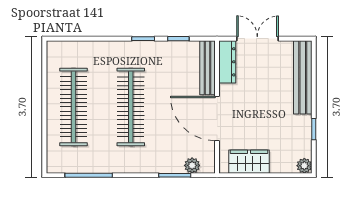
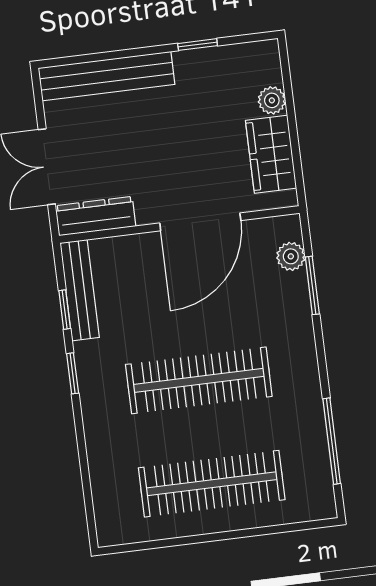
bench: (208, 68) -> (80, 290), moved, turned 90
plant: (304, 166) -> (272, 100), moved

